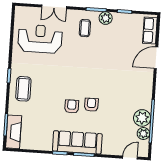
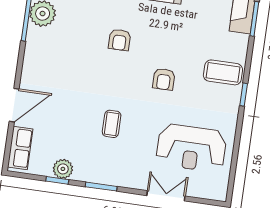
plant: (106, 18) -> (63, 169), moved
coffee table: (85, 28) -> (112, 124), moved
coffee table: (23, 89) -> (223, 72), turned 90
armchair: (72, 106) -> (164, 79), moved

